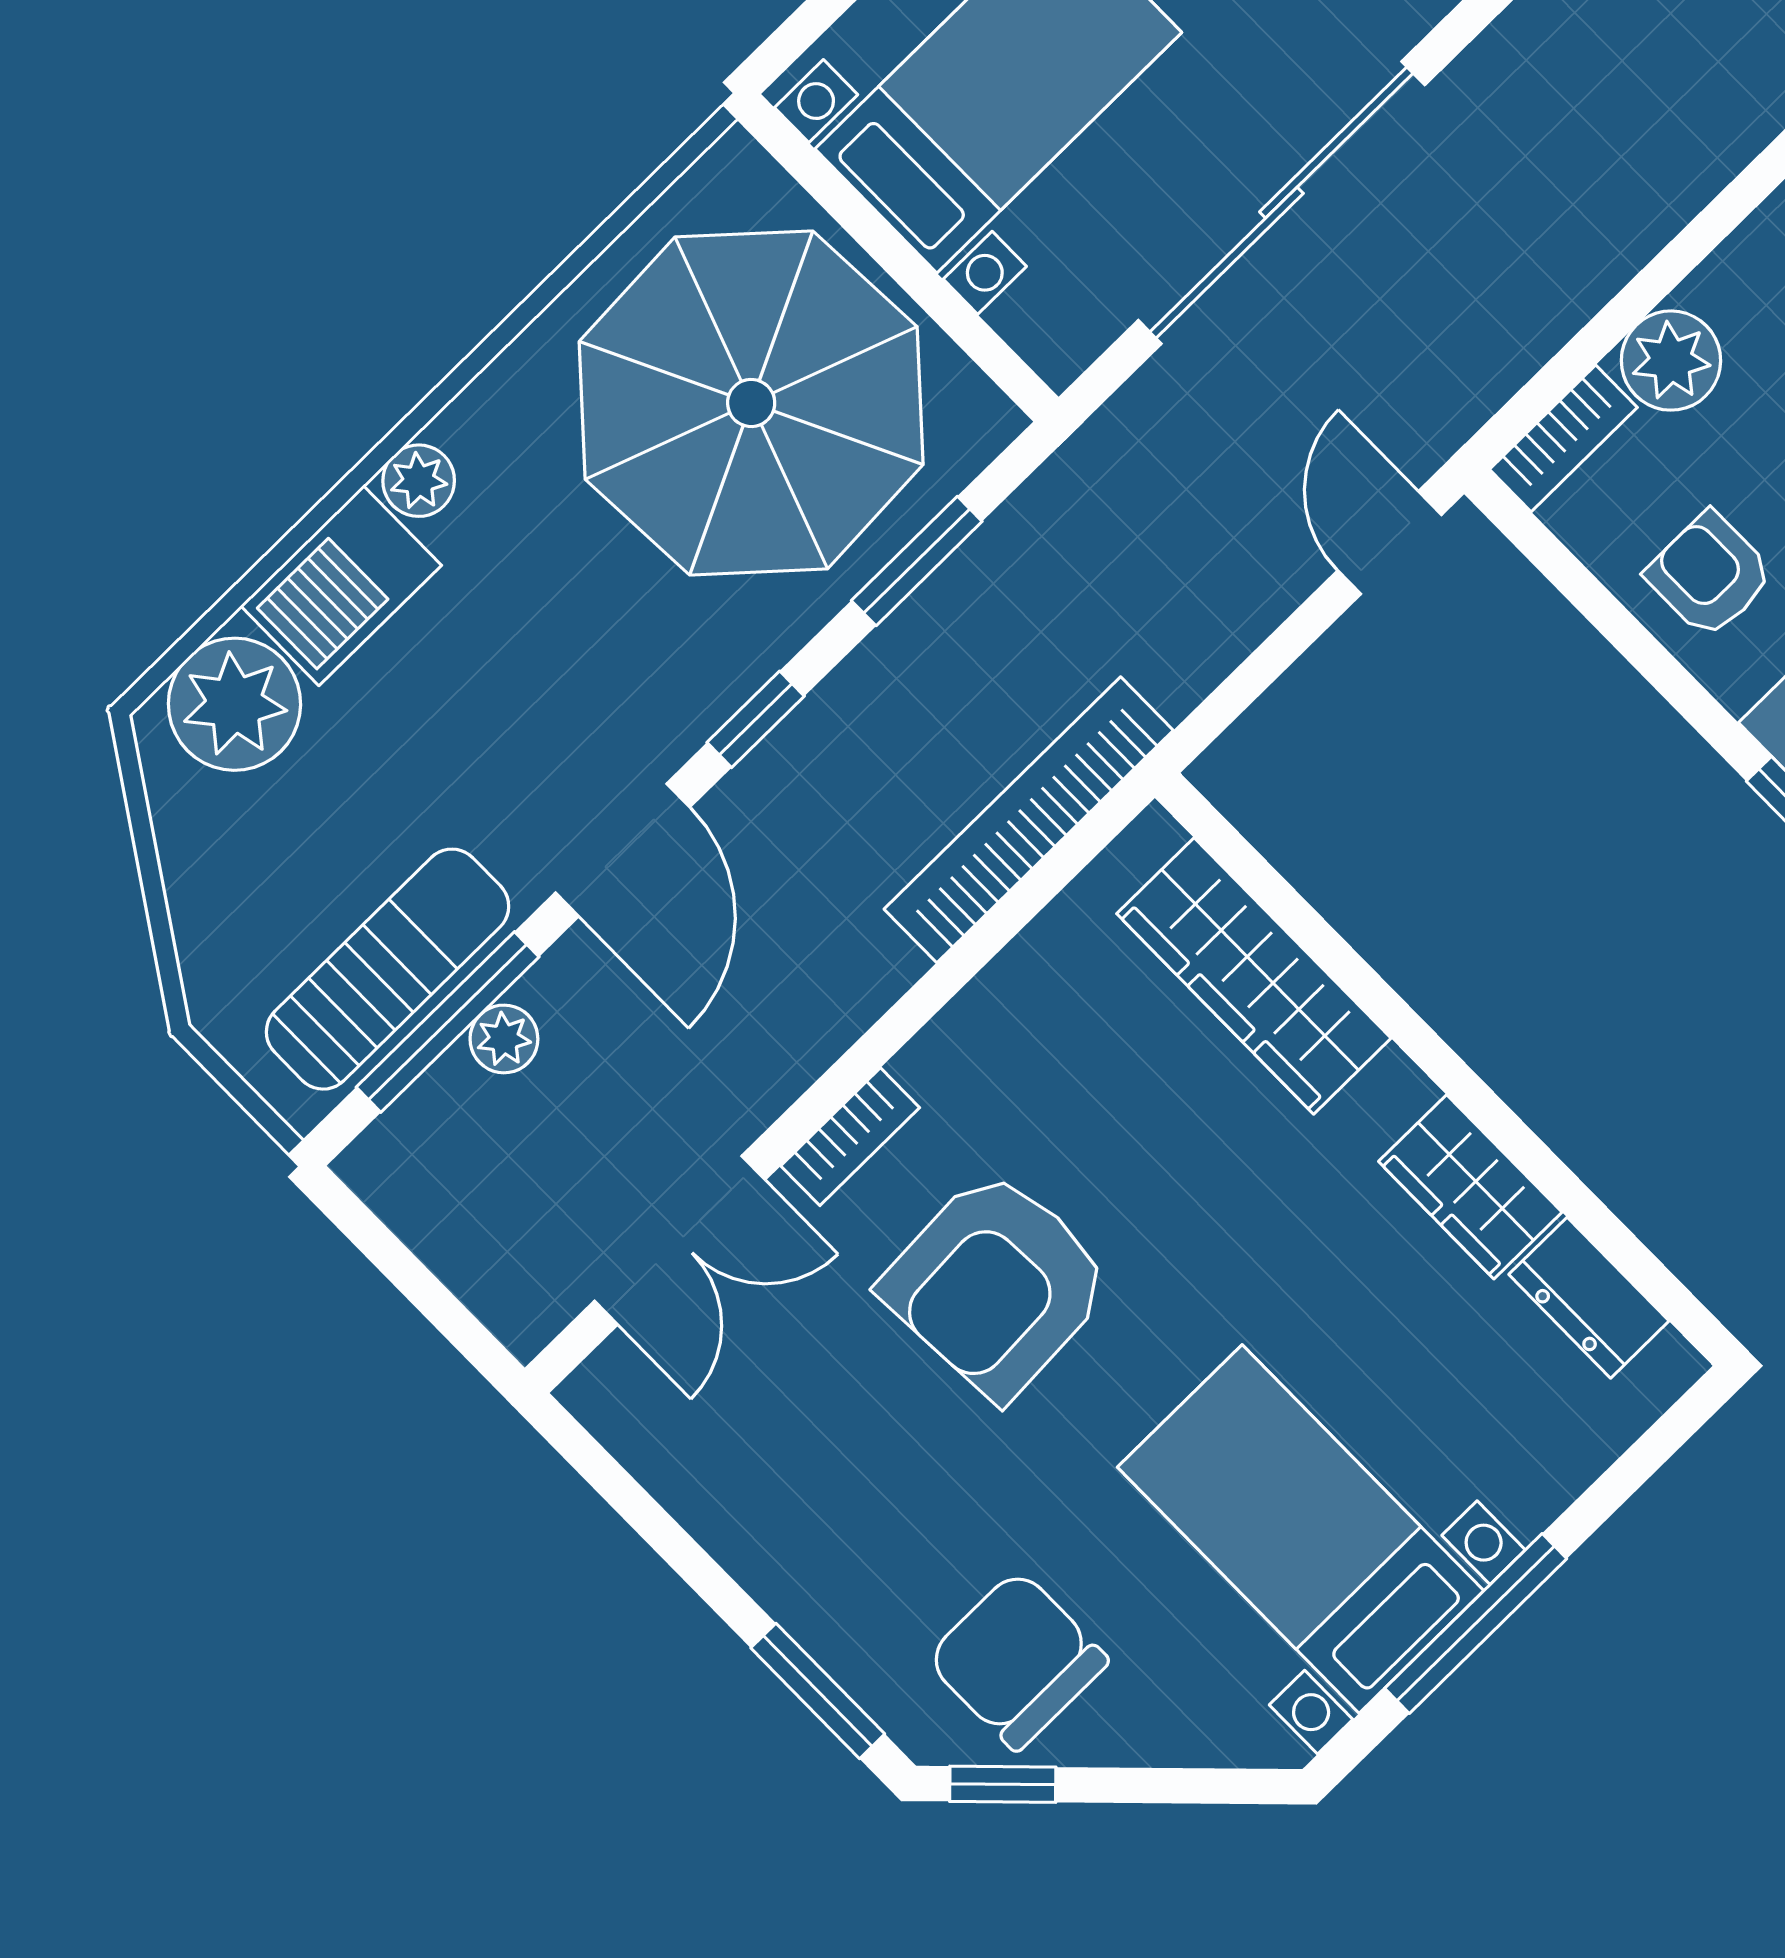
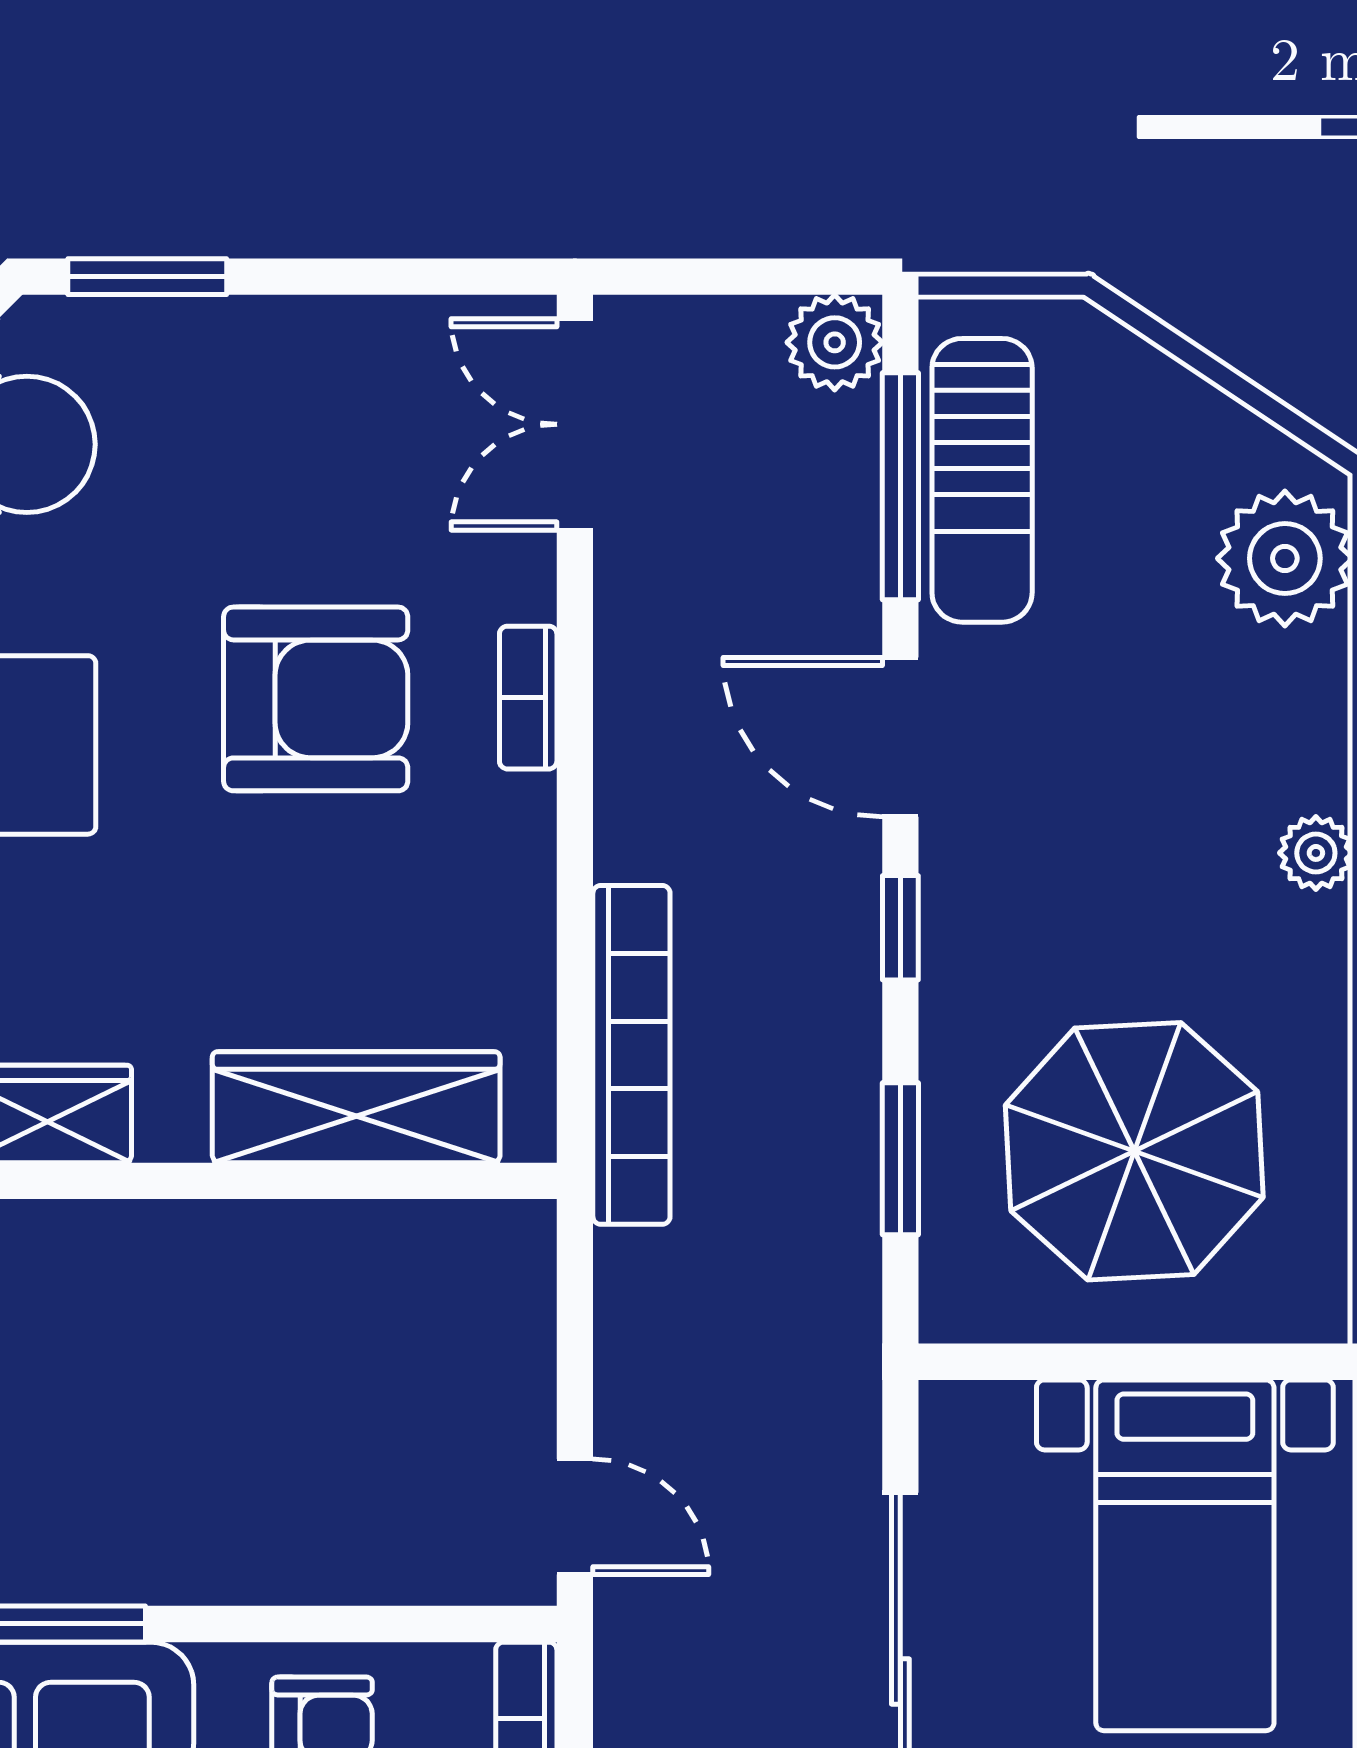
parasol: (751, 403) -> (1134, 1151), width x0.73, depth x0.73
barbecue: (341, 585) -> (1295, 721), removed
plant: (504, 1039) -> (835, 342), moved, width x1.38, depth x1.38
double door: (680, 1240) -> (575, 424), moved
armchair: (997, 1284) -> (316, 699), turned 93

